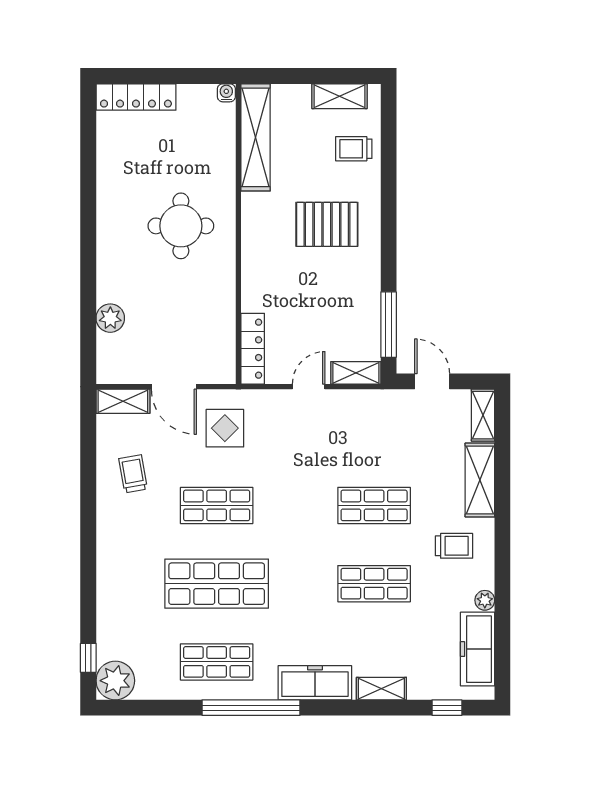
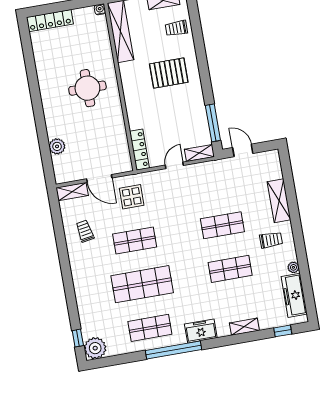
shelving: (483, 415) -> (274, 164), removed
freezer: (315, 683) -> (201, 331), width x0.71

